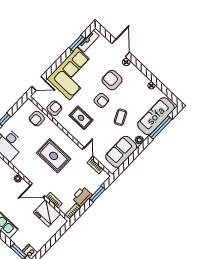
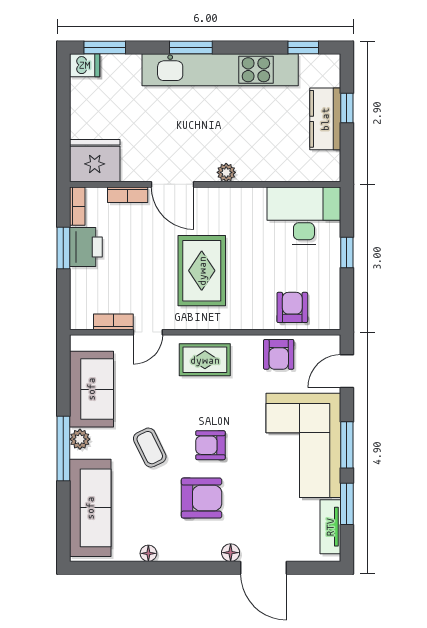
window: (60, 61) -> (347, 445), added
armchair: (112, 80) -> (201, 498), moved
rug: (81, 118) -> (205, 360), moved
window: (161, 128) -> (63, 449), moved
door: (88, 153) -> (148, 332), hinge flipped
rug: (54, 156) -> (202, 271), turned 90
door: (38, 190) -> (172, 184), swing flipped
window: (97, 194) -> (63, 248), moved
fridge: (47, 213) -> (95, 161), moved

